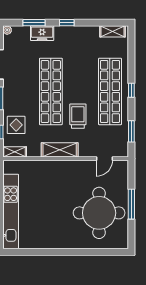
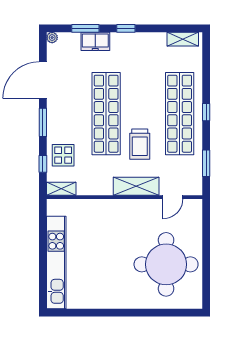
trolley: (78, 116) -> (140, 144), turned 180
shelving: (60, 150) -> (136, 186), moved
window: (131, 204) -> (206, 254), removed

